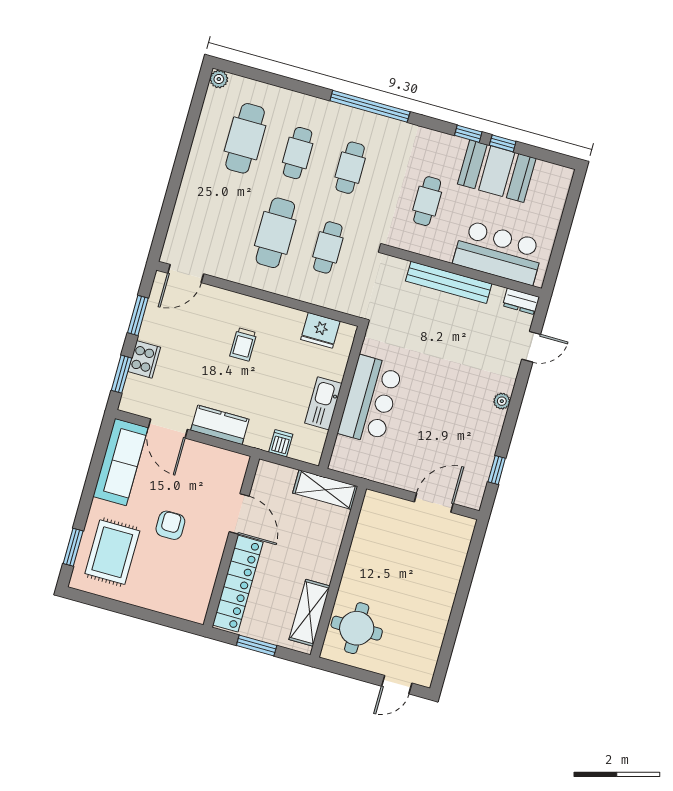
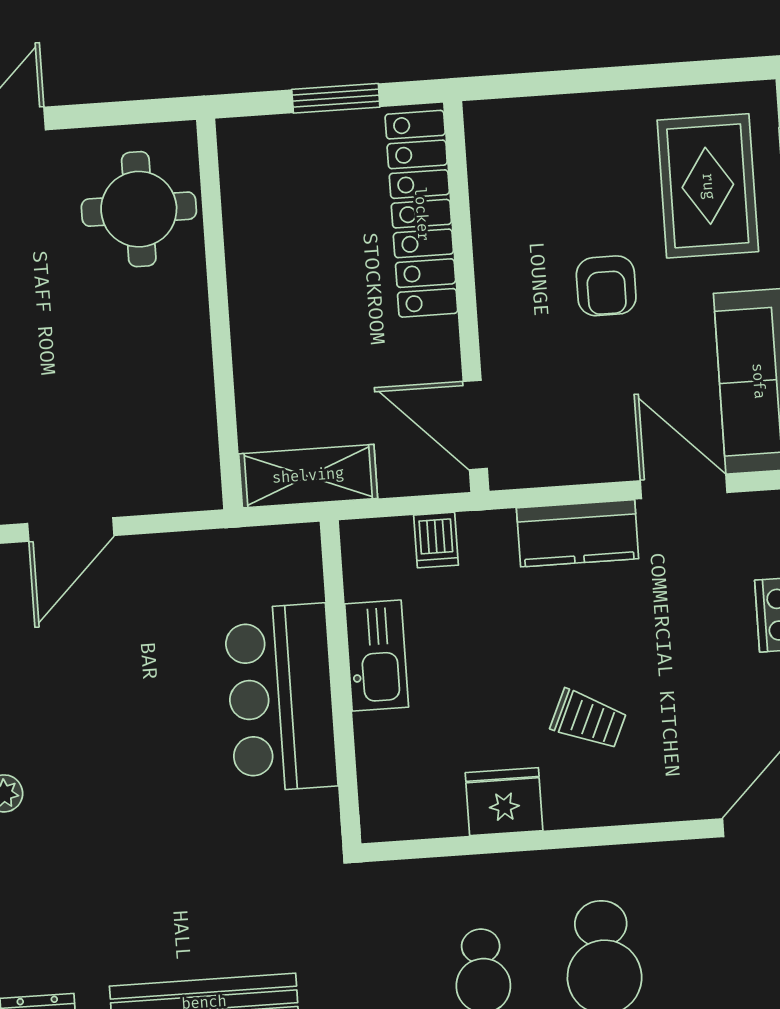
fridge: (320, 330) -> (504, 802), moved
trolley: (243, 344) -> (588, 719), turned 114
door: (239, 514) -> (475, 425), moved
shelving: (309, 613) -> (249, 206), removed

